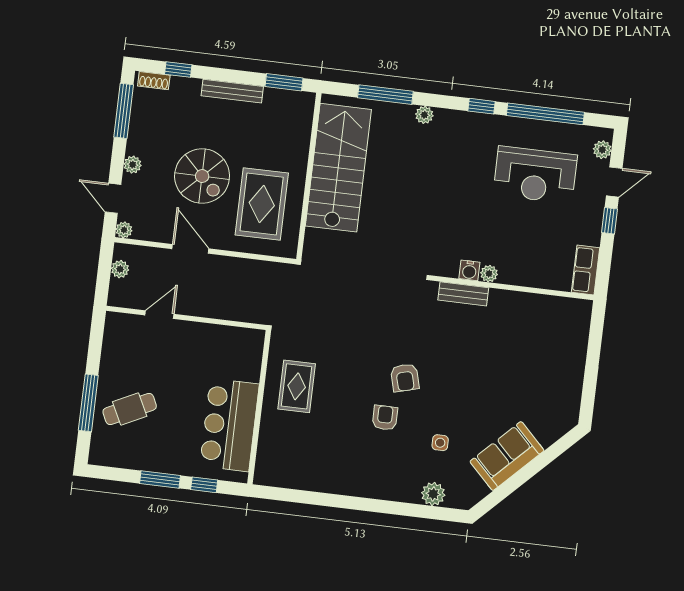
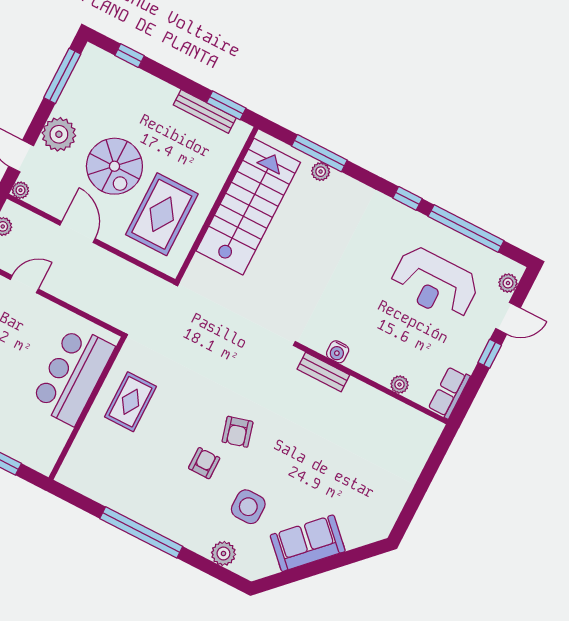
shoe rack: (154, 81) -> (102, 58), removed
bench: (232, 91) -> (205, 111), moved
plant: (424, 115) -> (321, 172), moved
plant: (133, 165) -> (59, 134), width x1.88, depth x1.88
plant: (489, 274) -> (400, 385), moved
bar counter: (229, 425) -> (73, 375), moved
side table: (440, 443) -> (248, 507), width x1.87, depth x1.87
window: (351, 503) -> (141, 532), added

